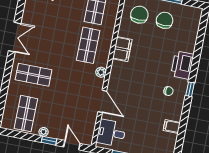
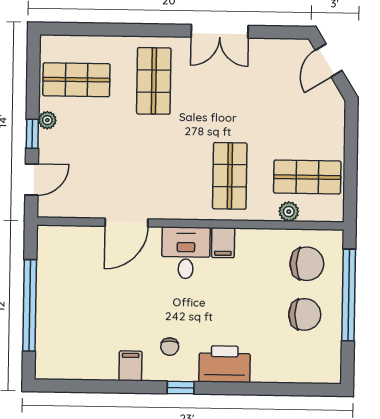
shop shelf: (88, 45) -> (230, 176), turned 90
filing cabinet: (122, 49) -> (223, 243), width x0.50
plant: (101, 72) -> (289, 212), moved
filing cabinet: (172, 127) -> (130, 366), moved
desk: (111, 133) -> (186, 253), moved

